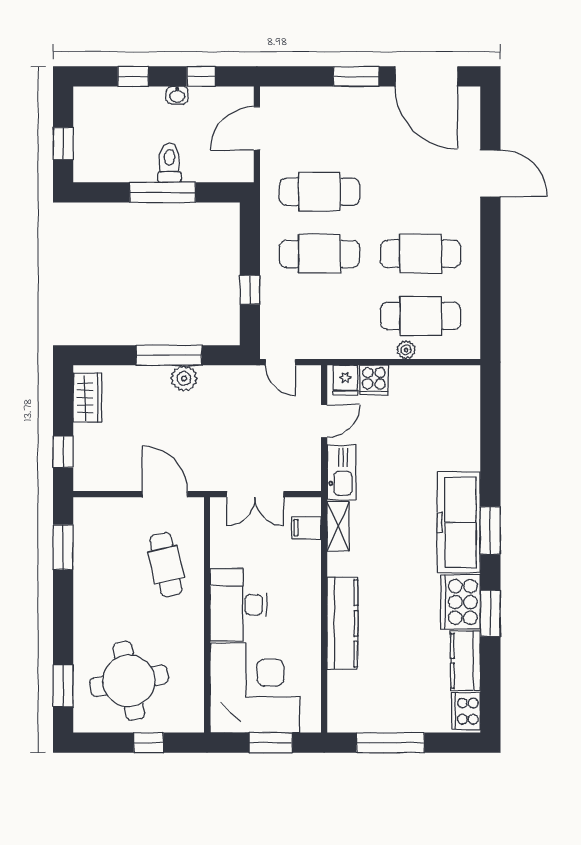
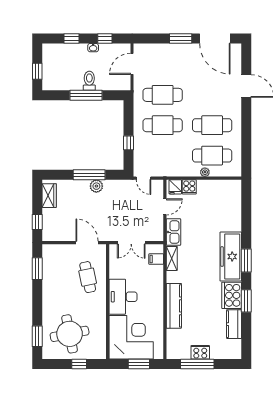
cooker: (466, 711) -> (200, 352), moved, turned 90

